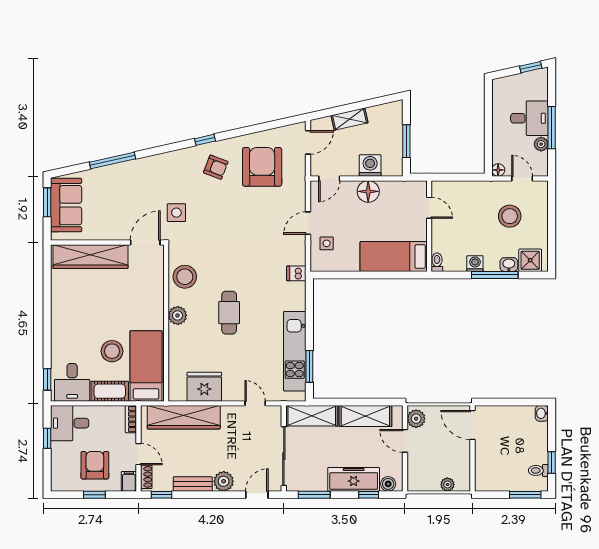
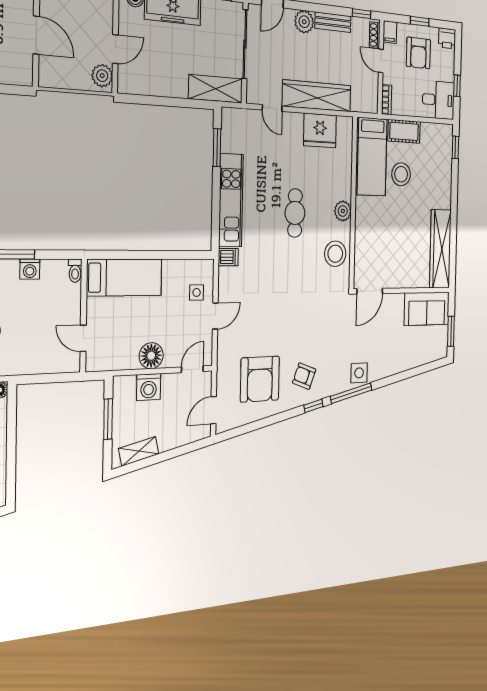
shelving: (350, 119) -> (139, 451), moved
window: (112, 160) -> (351, 393), moved
sofa: (66, 205) -> (427, 309), moved, turned -90
side table: (176, 213) -> (359, 373), moved
wardrobe: (90, 257) -> (440, 249), moved, turned -90
kitchen unit: (295, 351) -> (231, 200), moved
desk: (72, 382) -> (435, 143), removed
shelving: (365, 416) -> (159, 84), removed
wardrobe: (184, 417) -> (317, 96), moved
door: (472, 425) -> (36, 35), moved
door: (405, 441) -> (115, 49), hinge flipped
printer: (61, 482) -> (447, 38), added

